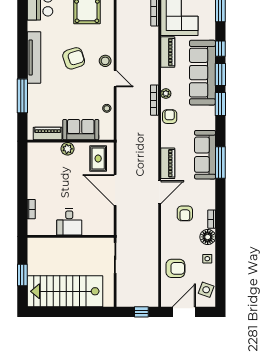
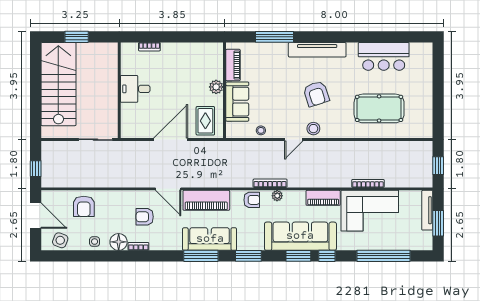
window: (220, 104) -> (248, 256), moved
rug: (98, 159) -> (205, 121), turned 90
piano: (168, 163) -> (206, 200), width x1.37, depth x1.33

